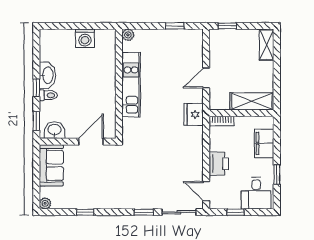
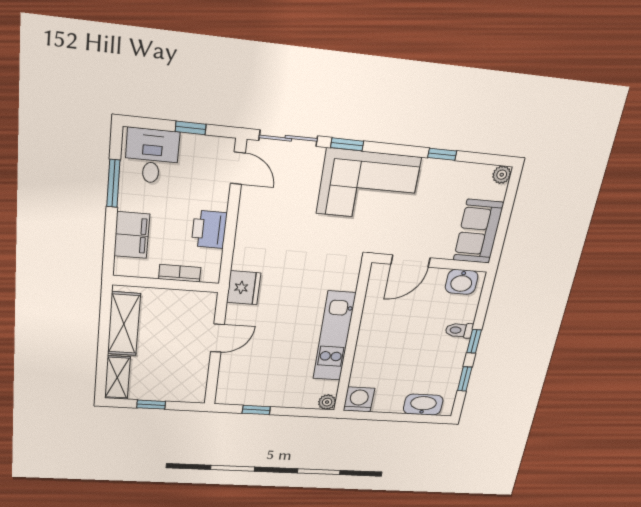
window: (227, 26) -> (151, 405), moved
washing machine: (85, 38) -> (359, 399), moved
washbasin: (47, 75) -> (423, 405), moved, turned 90
shelving: (252, 101) -> (124, 324), moved, turned 90
window: (36, 121) -> (465, 379), moved
bookcase: (221, 121) -> (180, 273), moved
printer: (219, 164) -> (209, 229), moved
window: (277, 175) -> (113, 183), width x1.50
corner sofa: (127, 188) -> (369, 185), added

